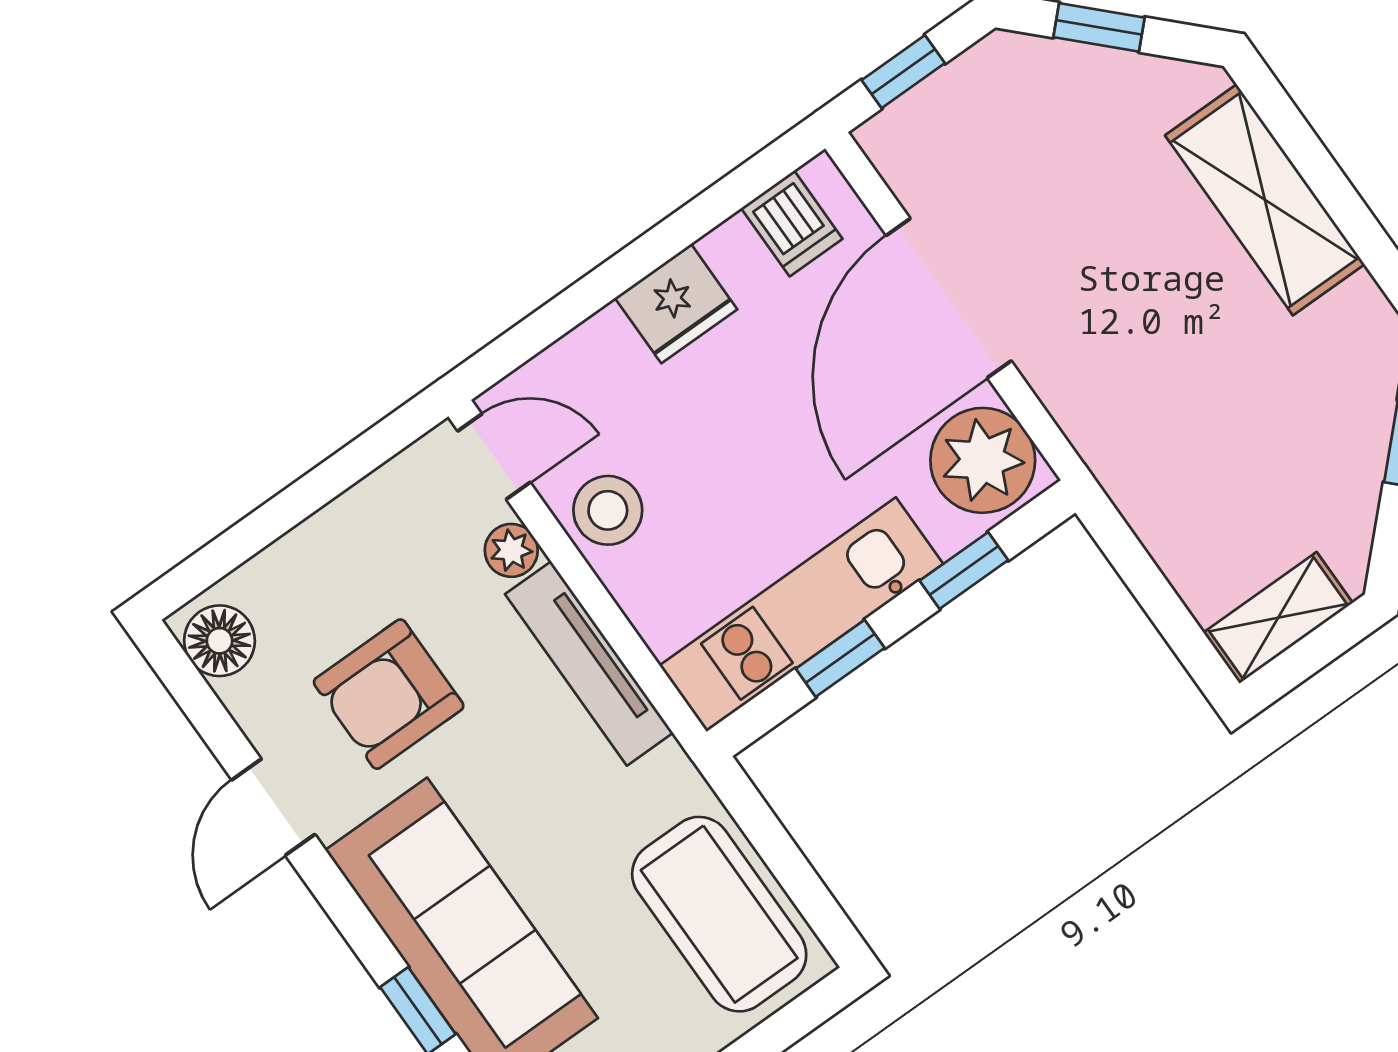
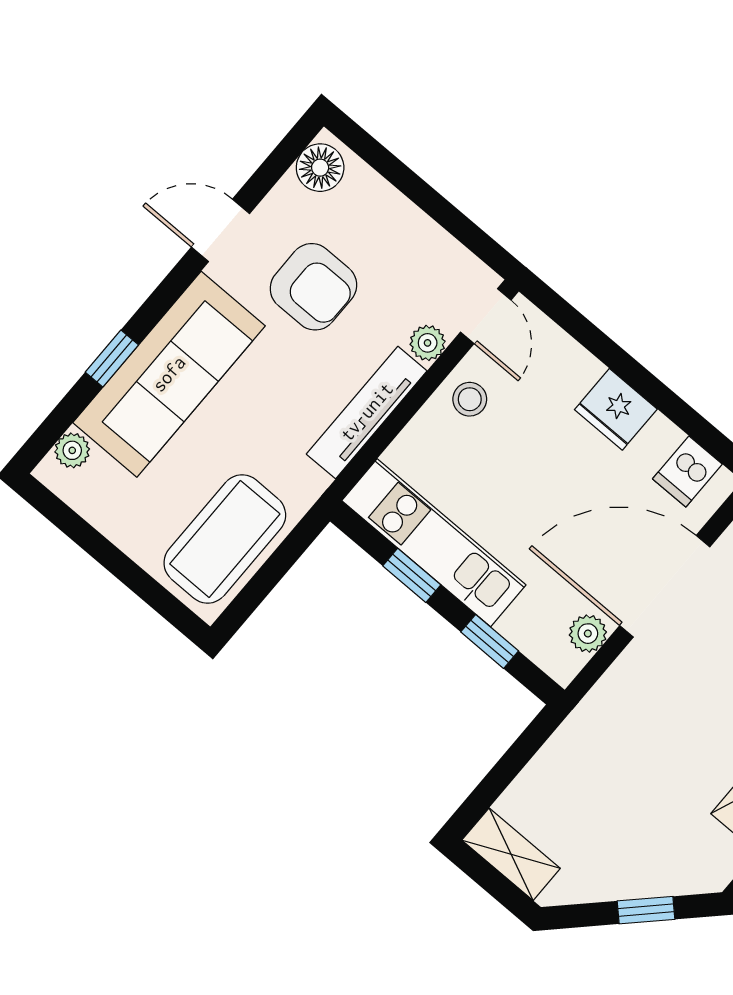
plant: (983, 460) -> (588, 634), width x0.53, depth x0.53
stool: (608, 510) -> (470, 399), width x0.73, depth x0.73
armchair: (389, 694) -> (313, 287), turned 180

